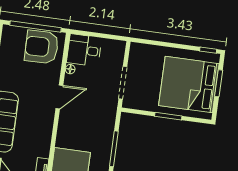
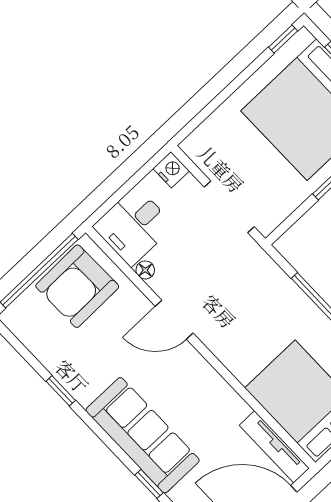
nightstand: (119, 47) -> (171, 170), added
door: (59, 97) -> (174, 320), swing flipped

